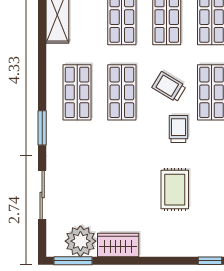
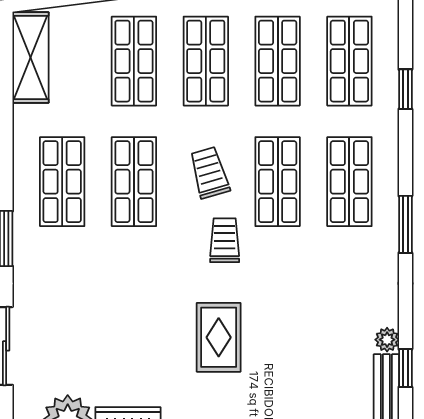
trolley: (169, 87) -> (209, 173), turned 43

